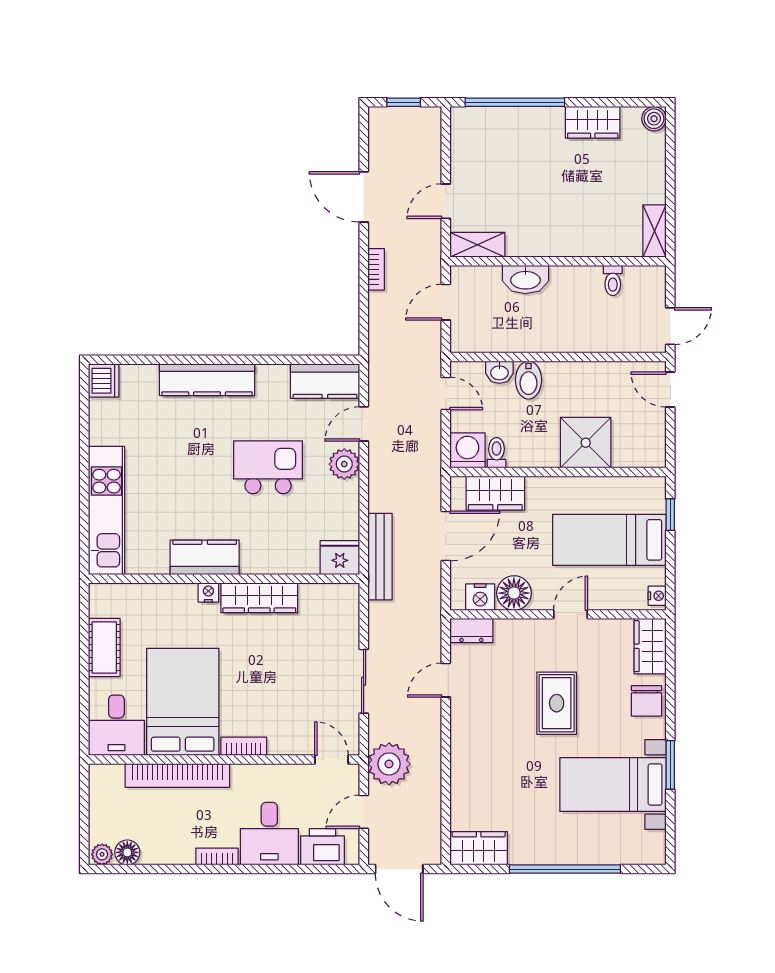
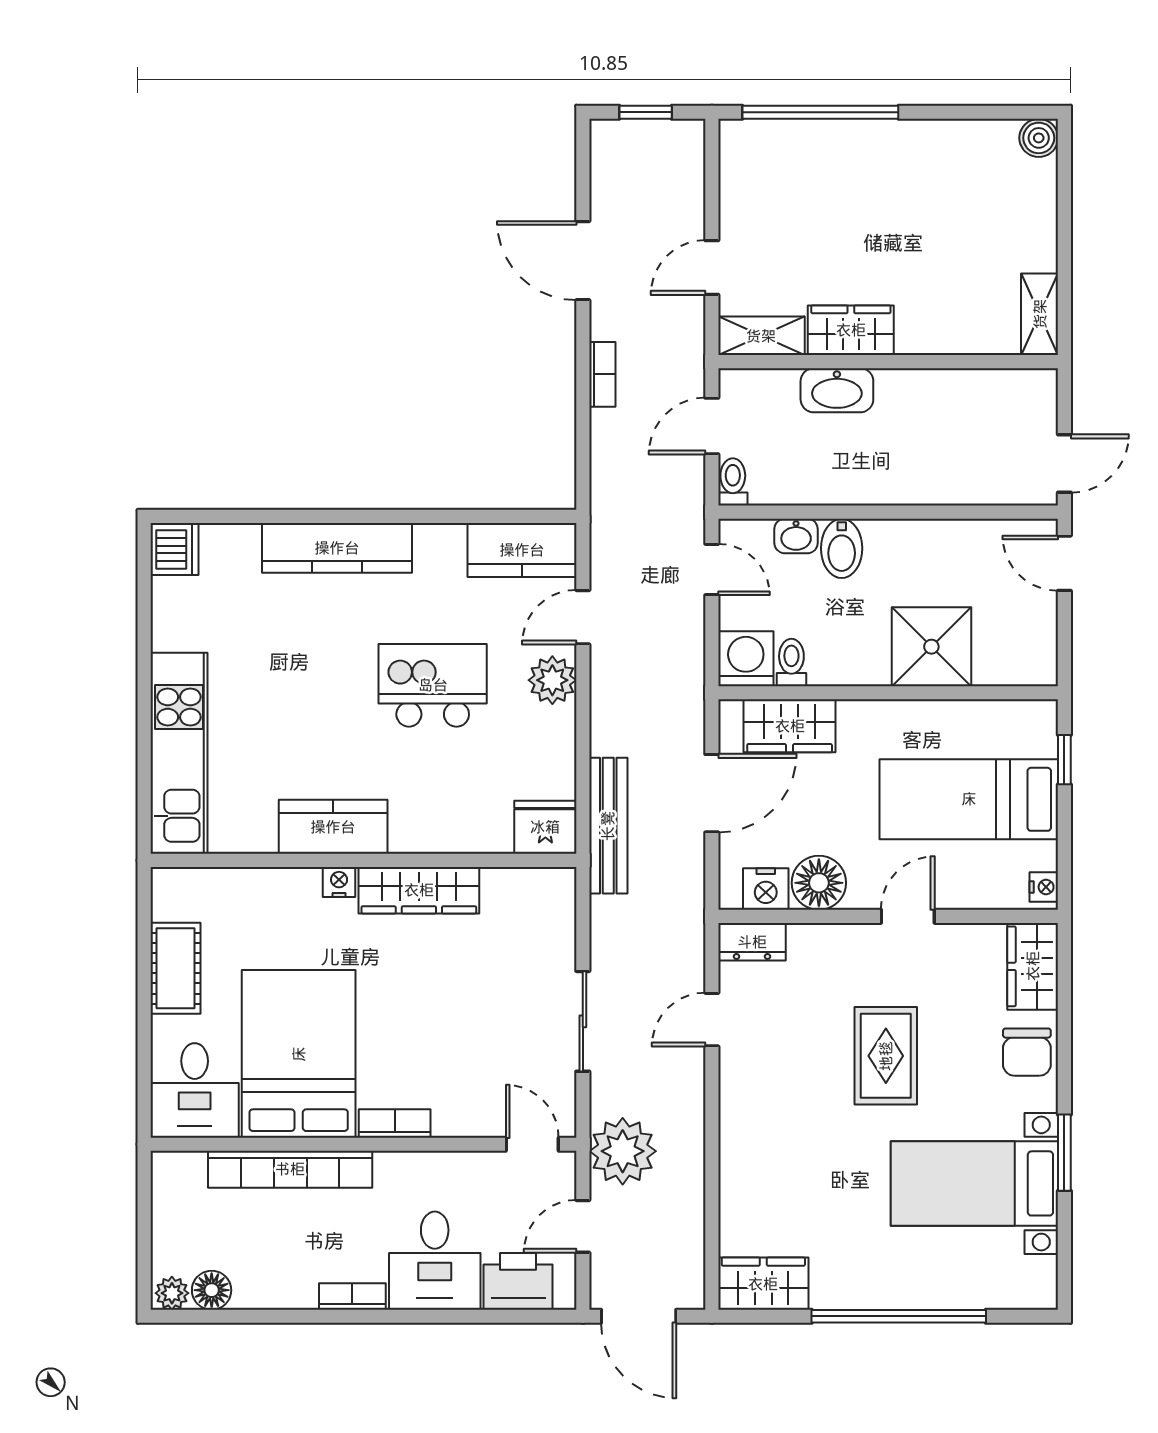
wardrobe: (593, 122) -> (851, 330), moved, turned 180
toilet: (613, 280) -> (733, 482), moved, turned 180

